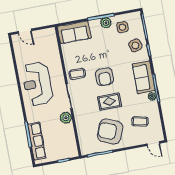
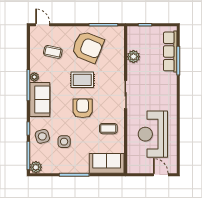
plant: (106, 23) -> (36, 167), moved
side table: (122, 27) -> (64, 142), moved
coffee table: (77, 74) -> (108, 129), moved
reception desk: (37, 84) -> (153, 134), moved, turned 180
plant: (66, 118) -> (133, 57), moved

